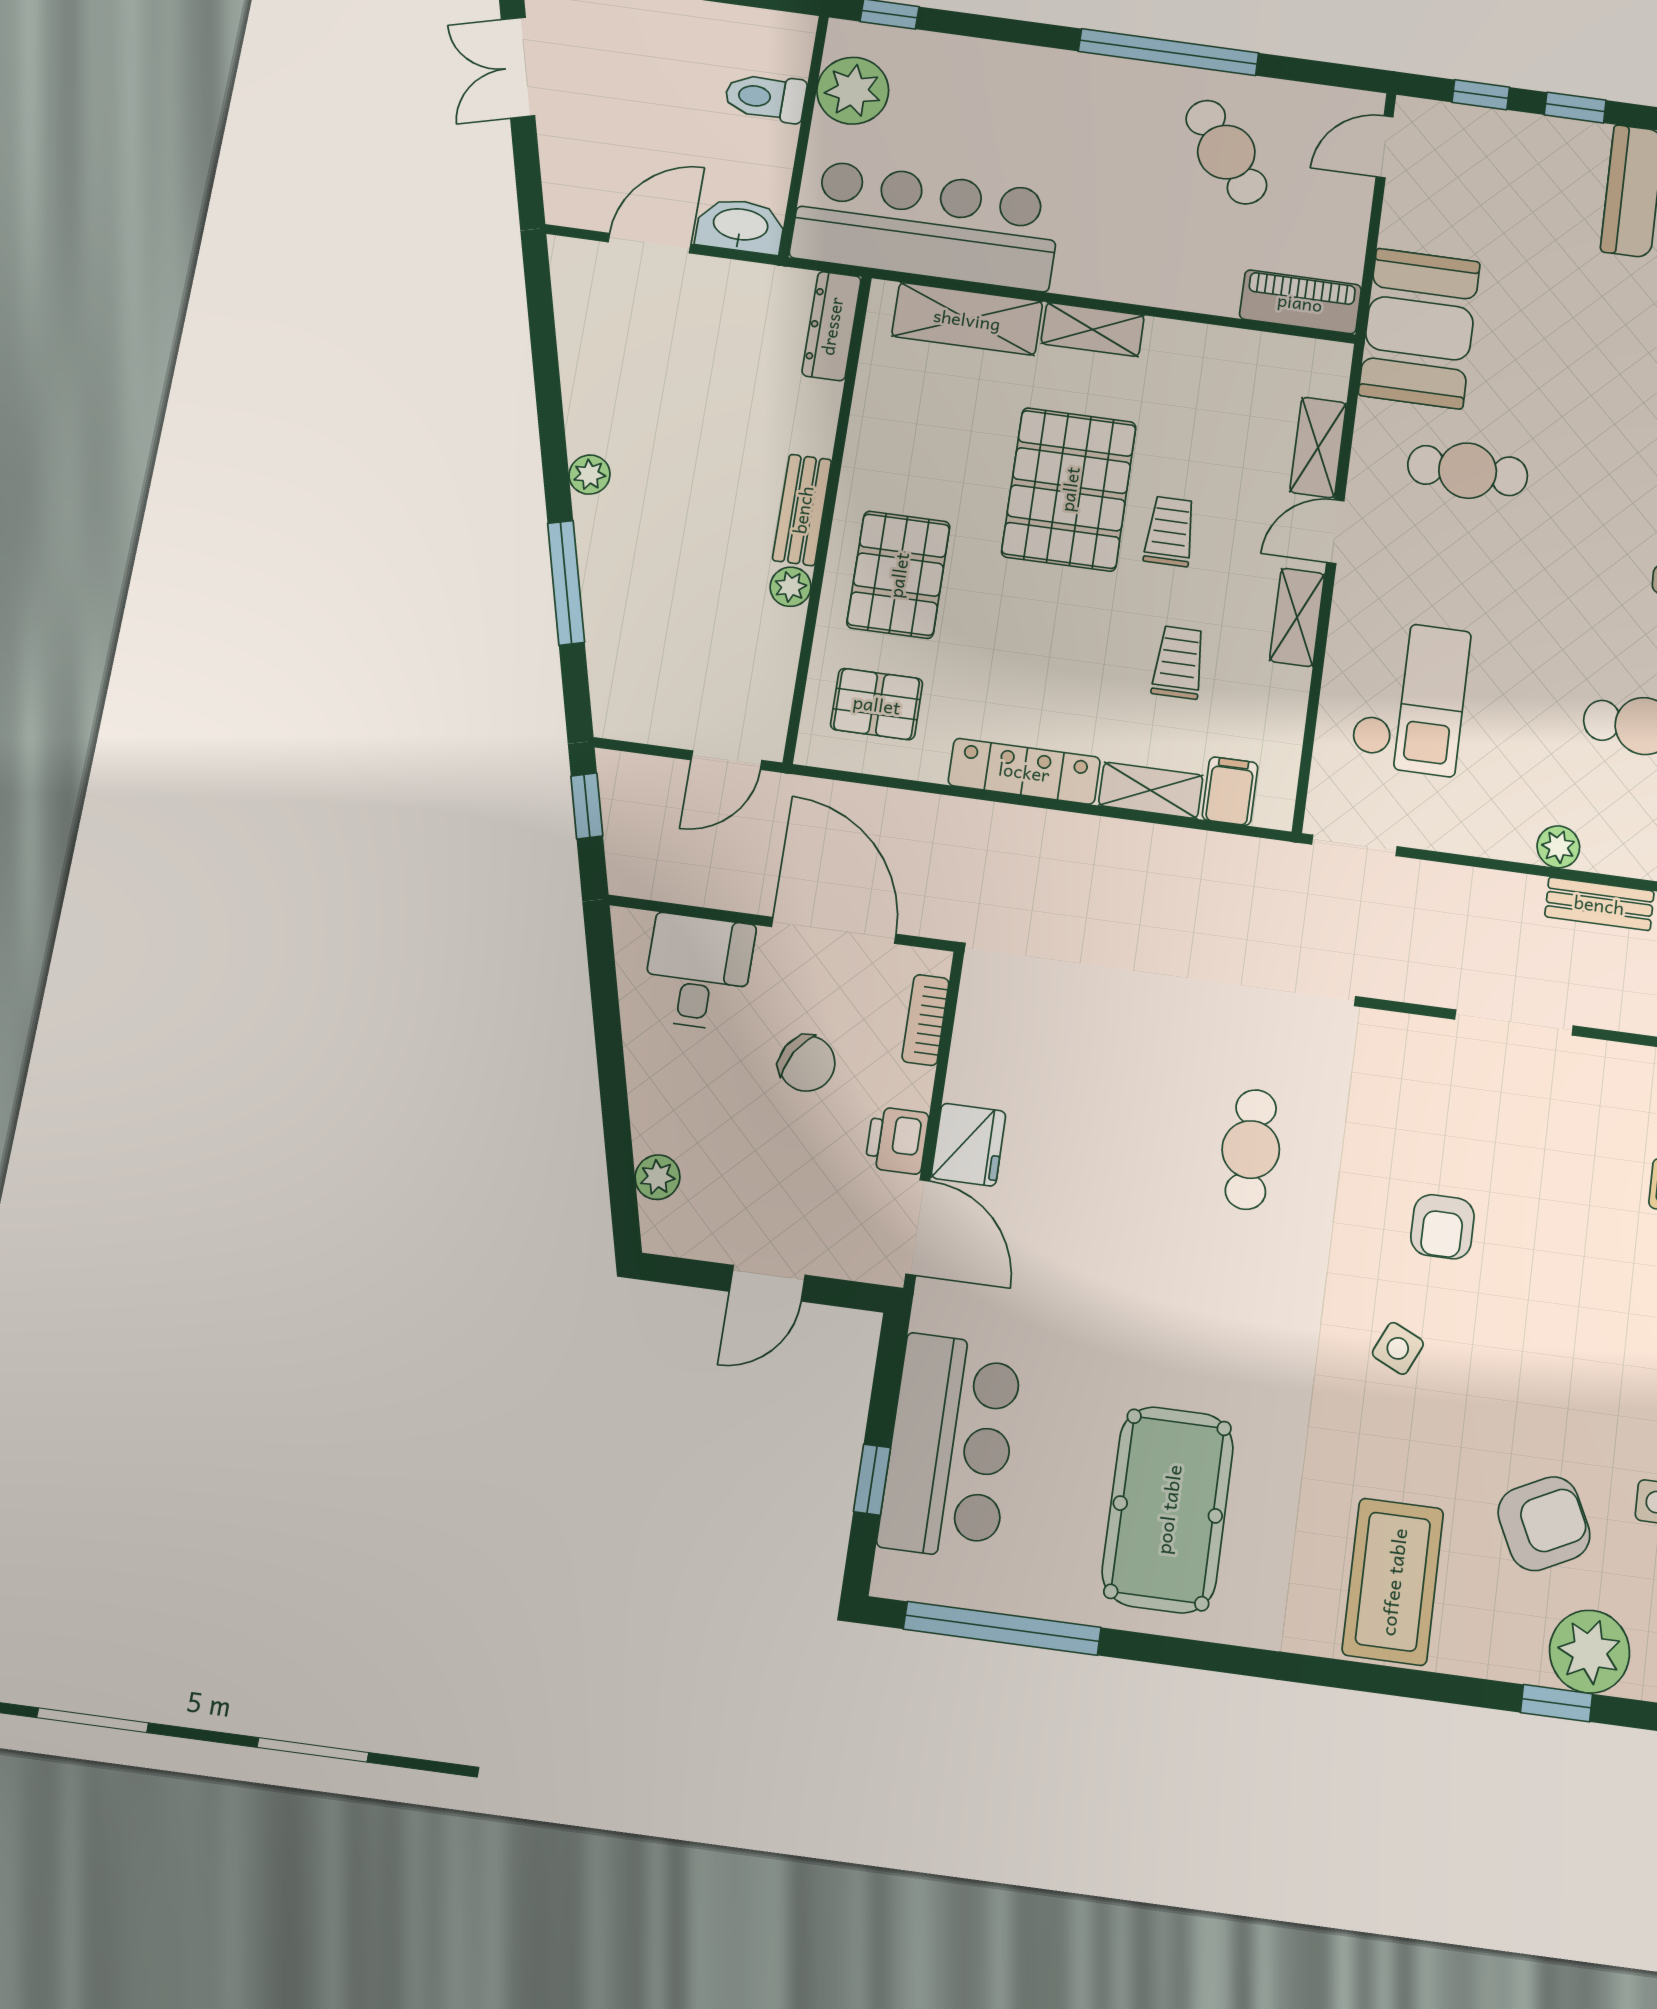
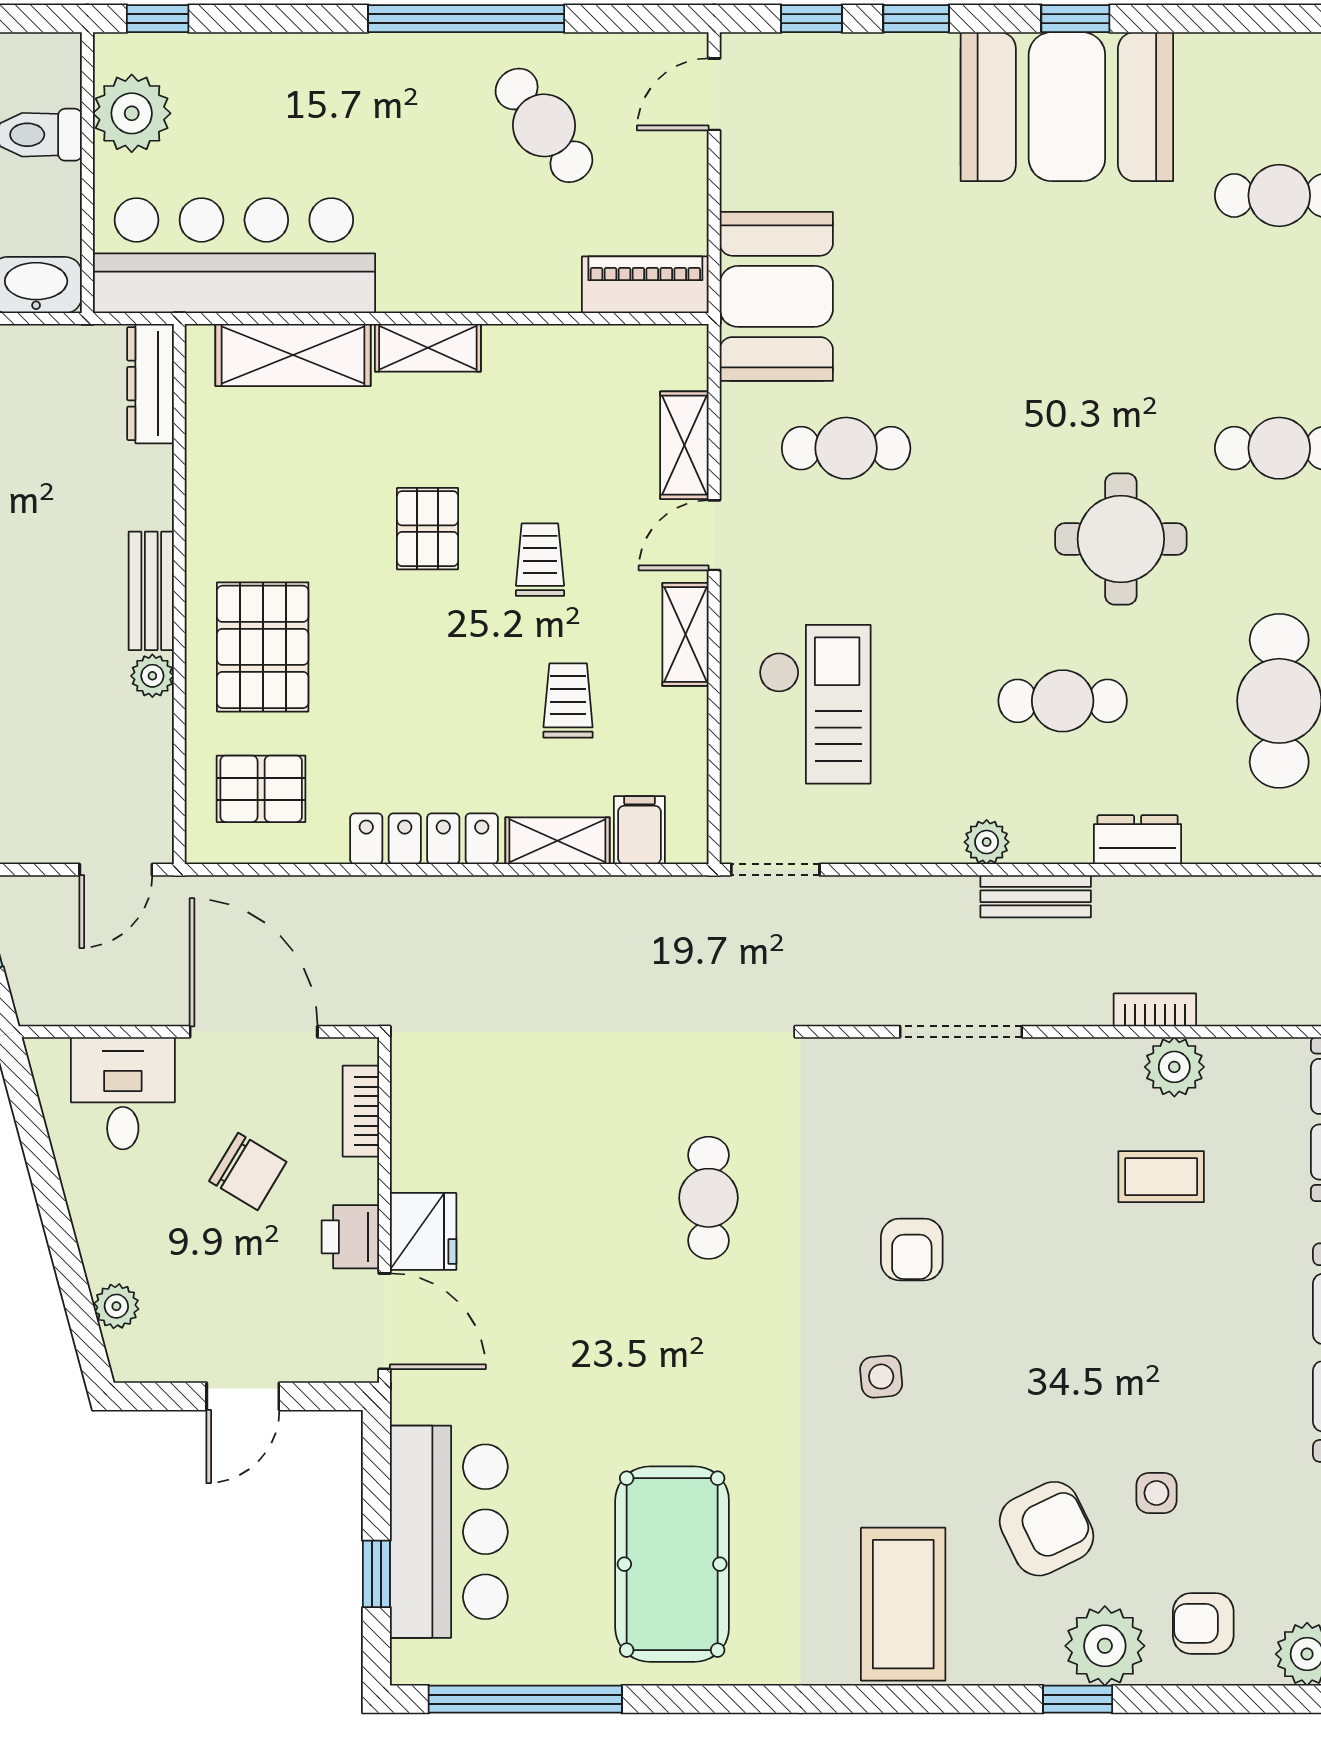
pallet: (1069, 489) -> (428, 529), width x0.49, depth x0.50
side table: (1398, 1348) -> (881, 1377), turned -30

